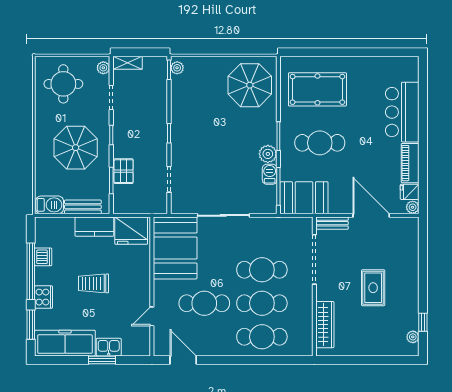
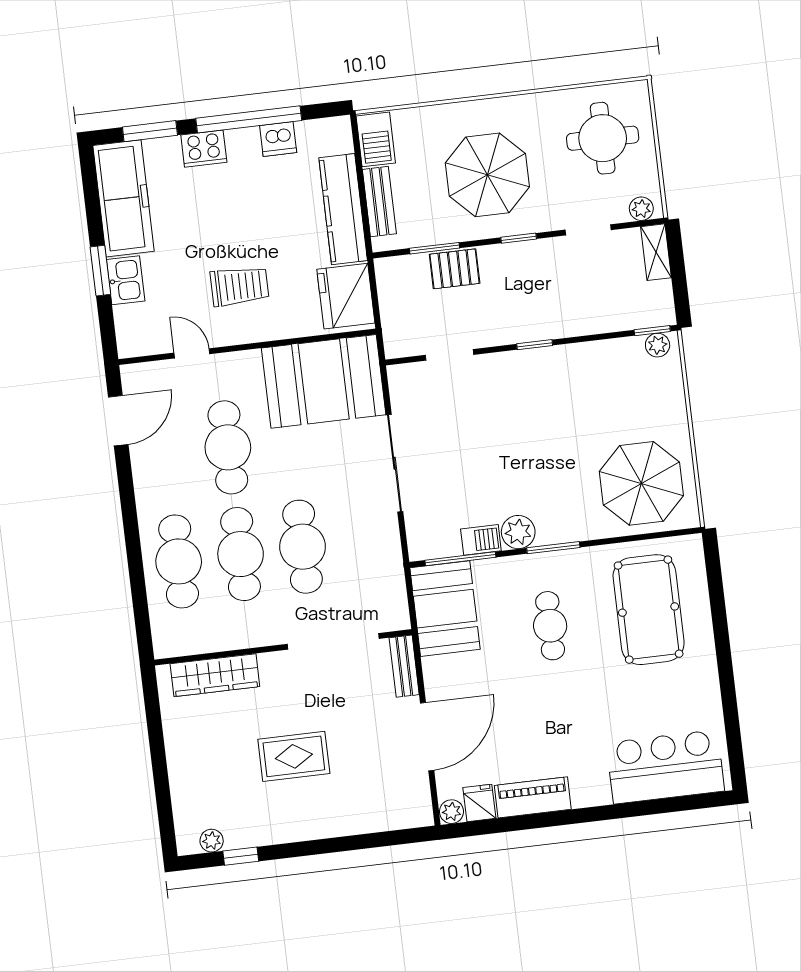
bar counter: (402, 112) -> (665, 767), moved
cafe table: (320, 143) -> (550, 626), width x0.73, depth x0.74
kitchen counter: (94, 227) -> (343, 209), width x1.50
trolley: (94, 283) -> (239, 286), moved, turned 90

